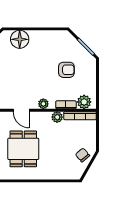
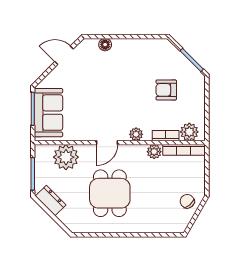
floor lamp: (20, 39) -> (105, 45), width x0.53, depth x0.53
armchair: (66, 70) -> (166, 90), turned 180
door: (21, 110) -> (107, 143), hinge flipped

